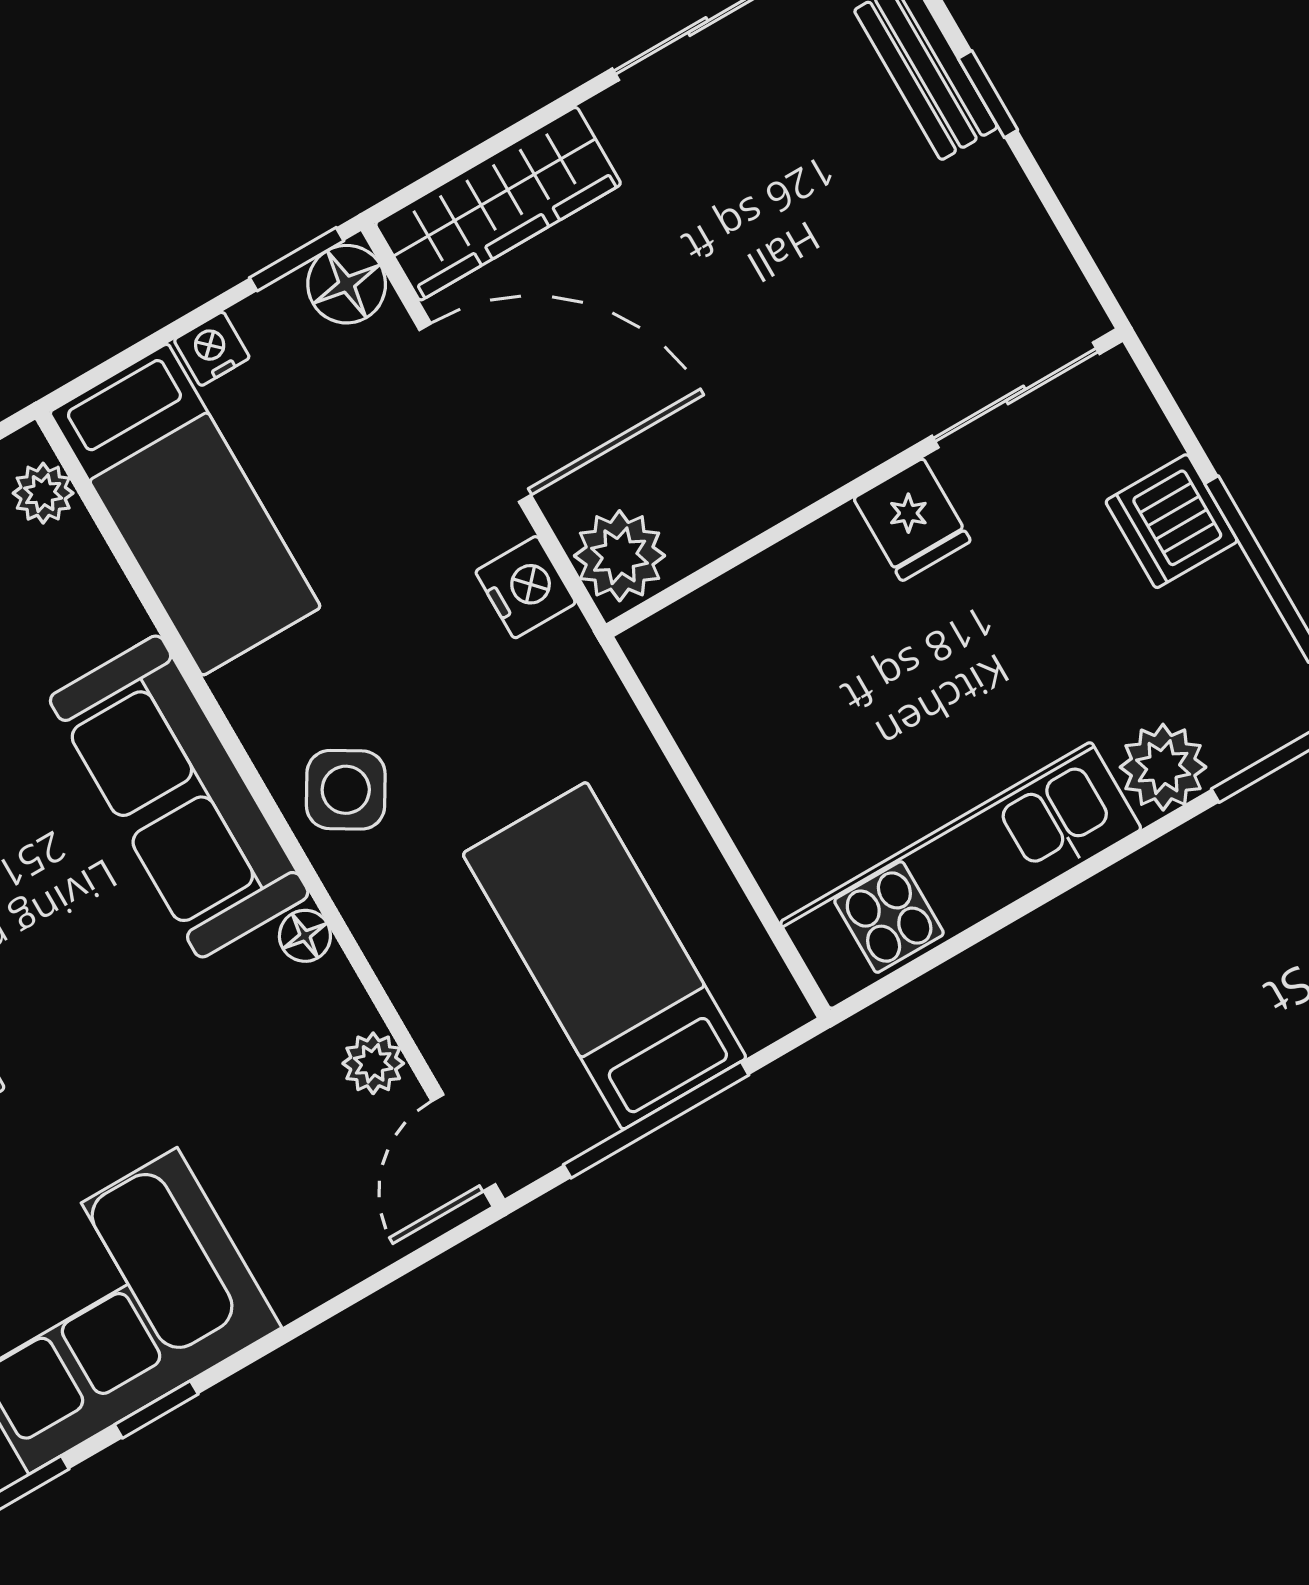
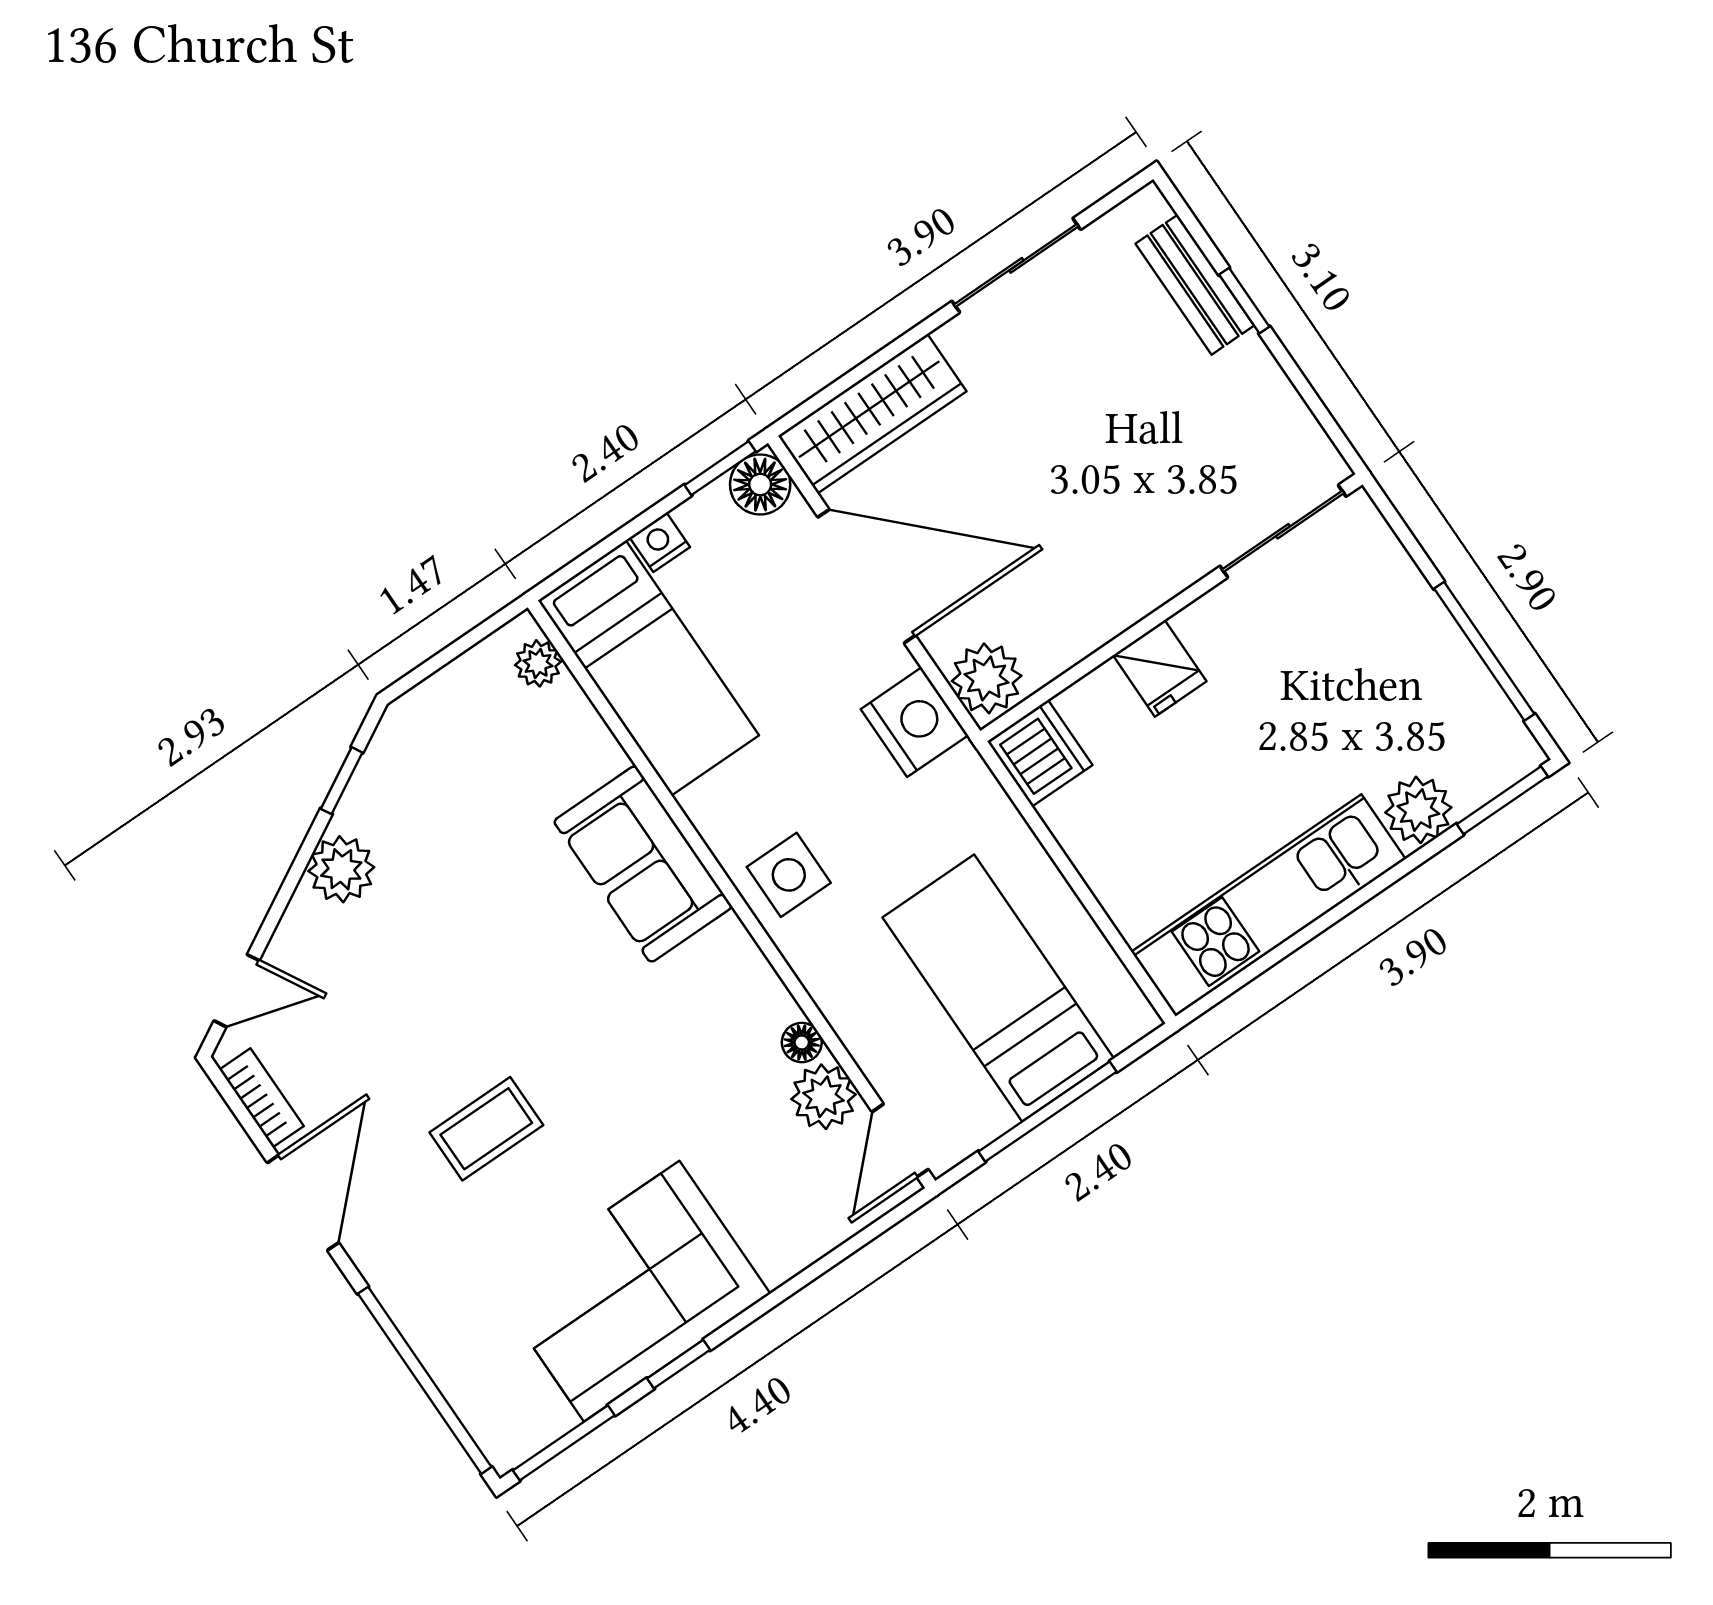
fridge: (912, 520) -> (1160, 668), moved
dishwasher: (1171, 521) -> (1040, 753), moved, turned 180
nightstand: (526, 587) -> (914, 722), width x1.36, depth x1.33
side table: (346, 790) -> (789, 875), turned -31
sofa: (179, 796) -> (643, 864), width x0.73
floor lamp: (305, 936) -> (802, 1042), moved
plant: (373, 1063) -> (824, 1097), width x1.38, depth x1.38

